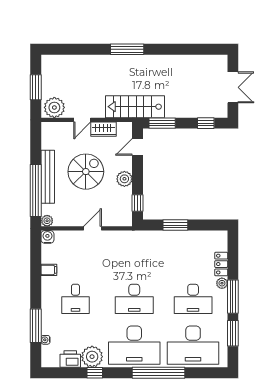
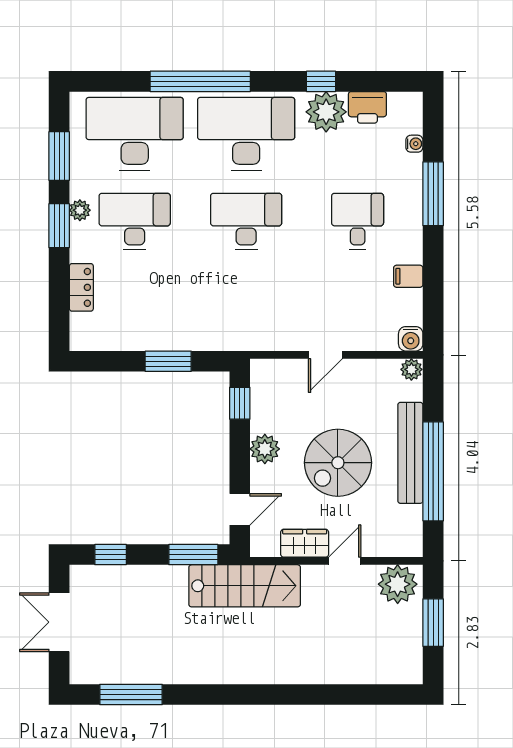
window: (127, 49) -> (131, 694), moved
window: (36, 191) -> (433, 471), moved
plant: (222, 283) -> (80, 210), moved
window: (233, 297) -> (59, 226), width x0.69
window: (36, 326) -> (433, 194), moved

